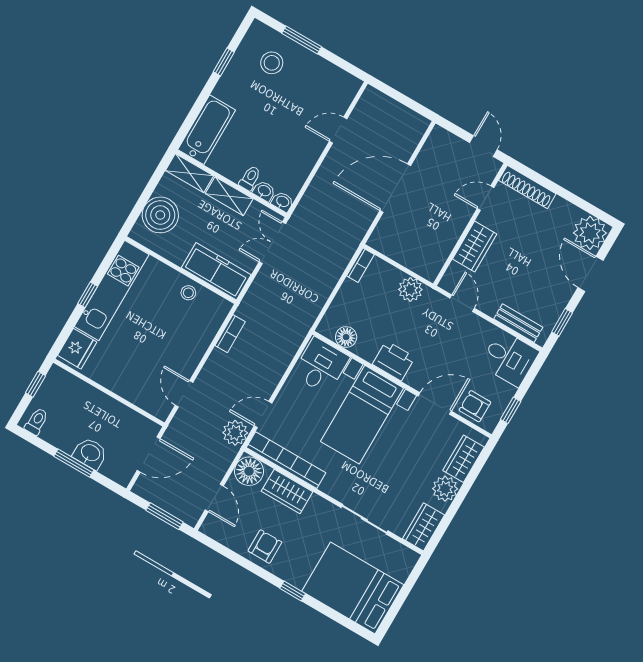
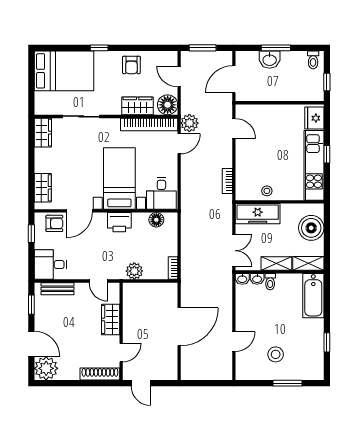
stool: (272, 63) -> (276, 354), moved
plant: (445, 489) -> (43, 163), removed

